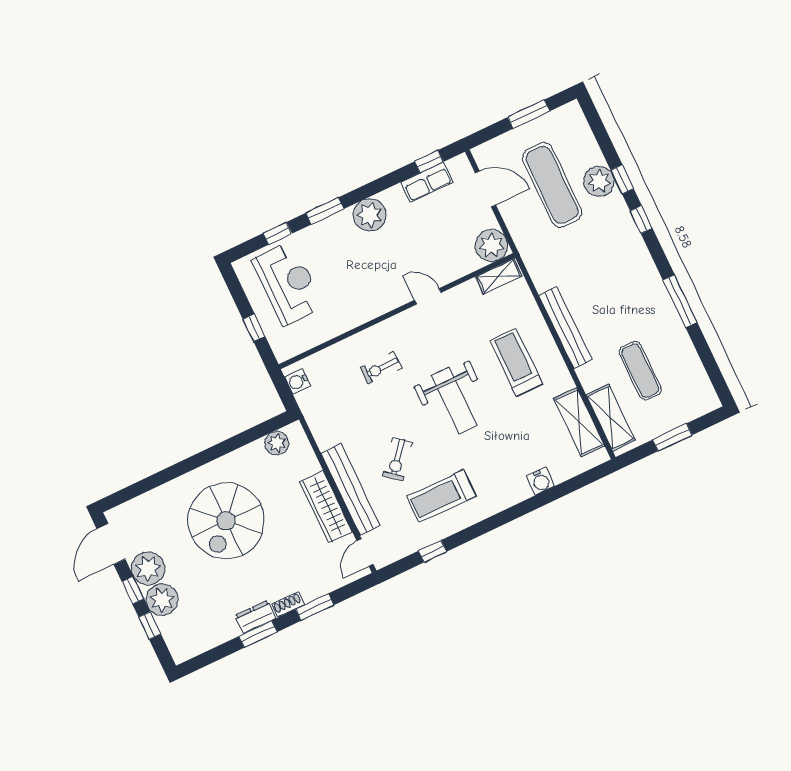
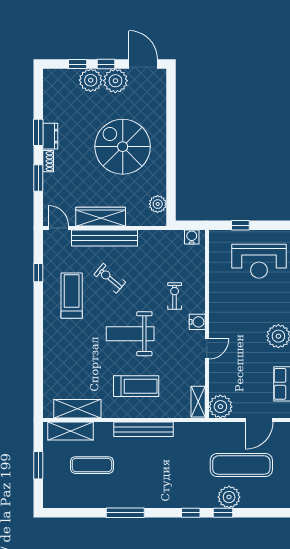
water cooler: (541, 481) -> (197, 322), moved, turned 180

